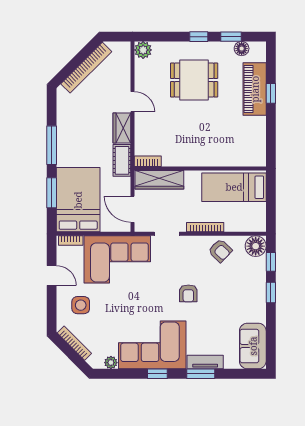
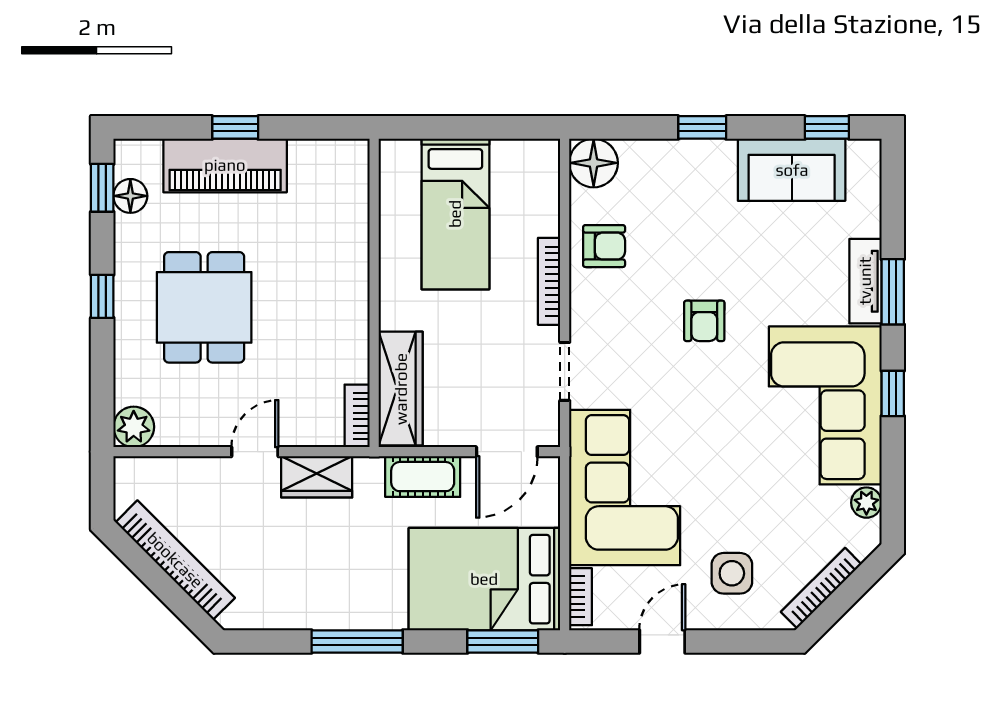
window: (231, 37) -> (102, 188), moved
cot: (122, 160) -> (423, 477), moved
bookcase: (148, 161) -> (357, 416), moved
wall: (200, 168) -> (374, 293), moved
wardrobe: (159, 180) -> (401, 389), moved
window: (52, 193) -> (503, 642), moved
armchair: (220, 251) -> (604, 246), turned 46
window: (271, 262) -> (827, 127), moved
armchair: (188, 293) -> (704, 321), turned 90
sofa: (253, 346) -> (792, 170), moved

